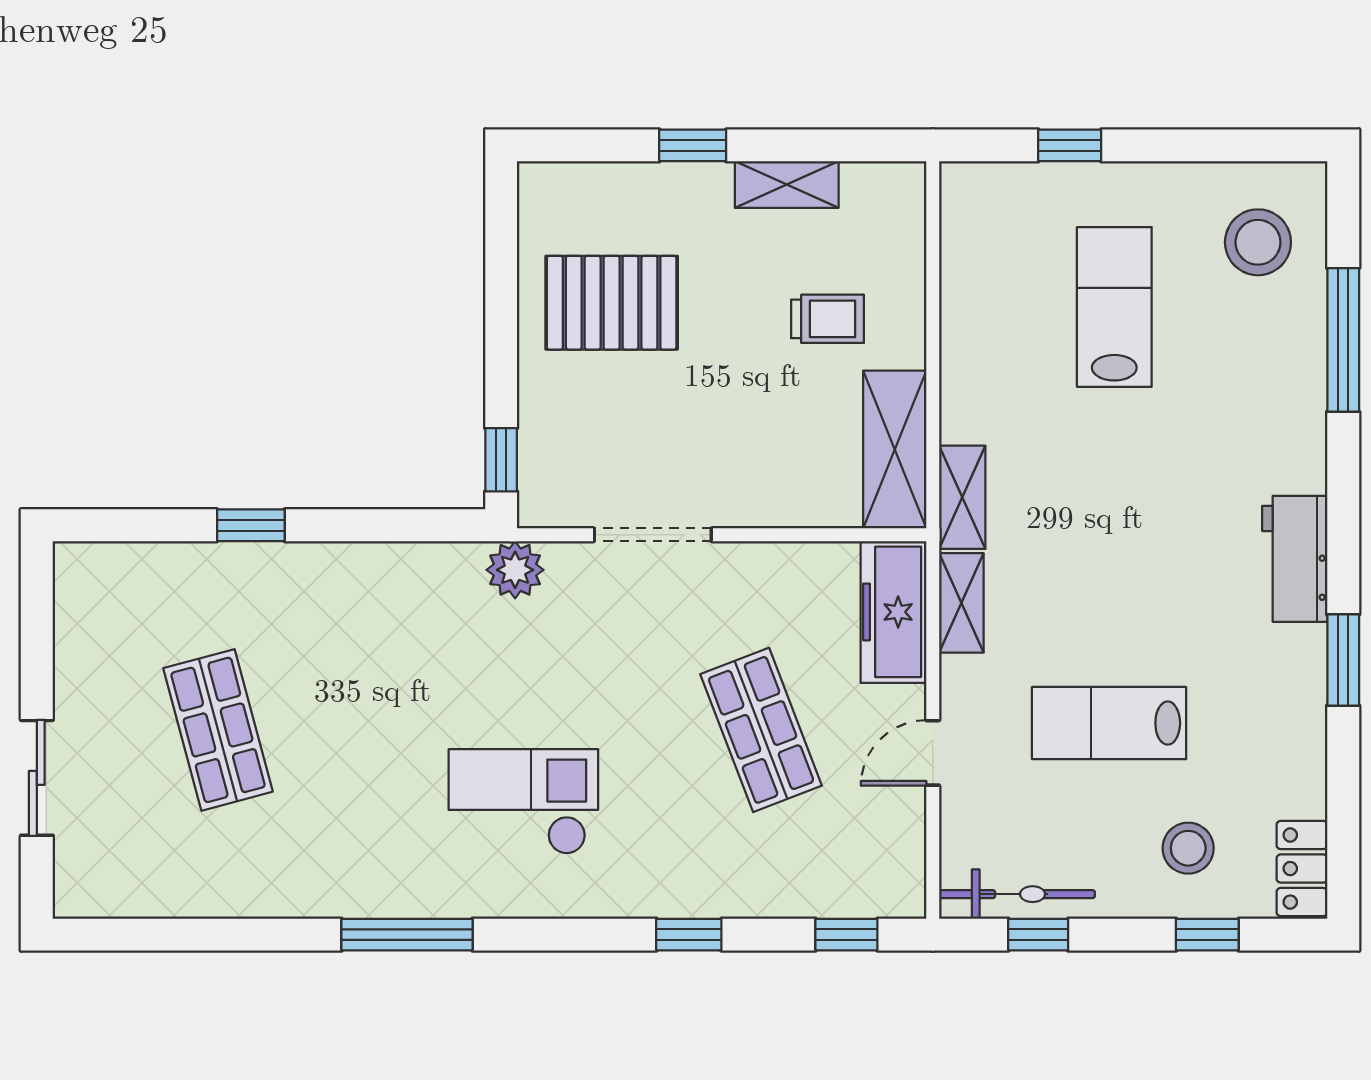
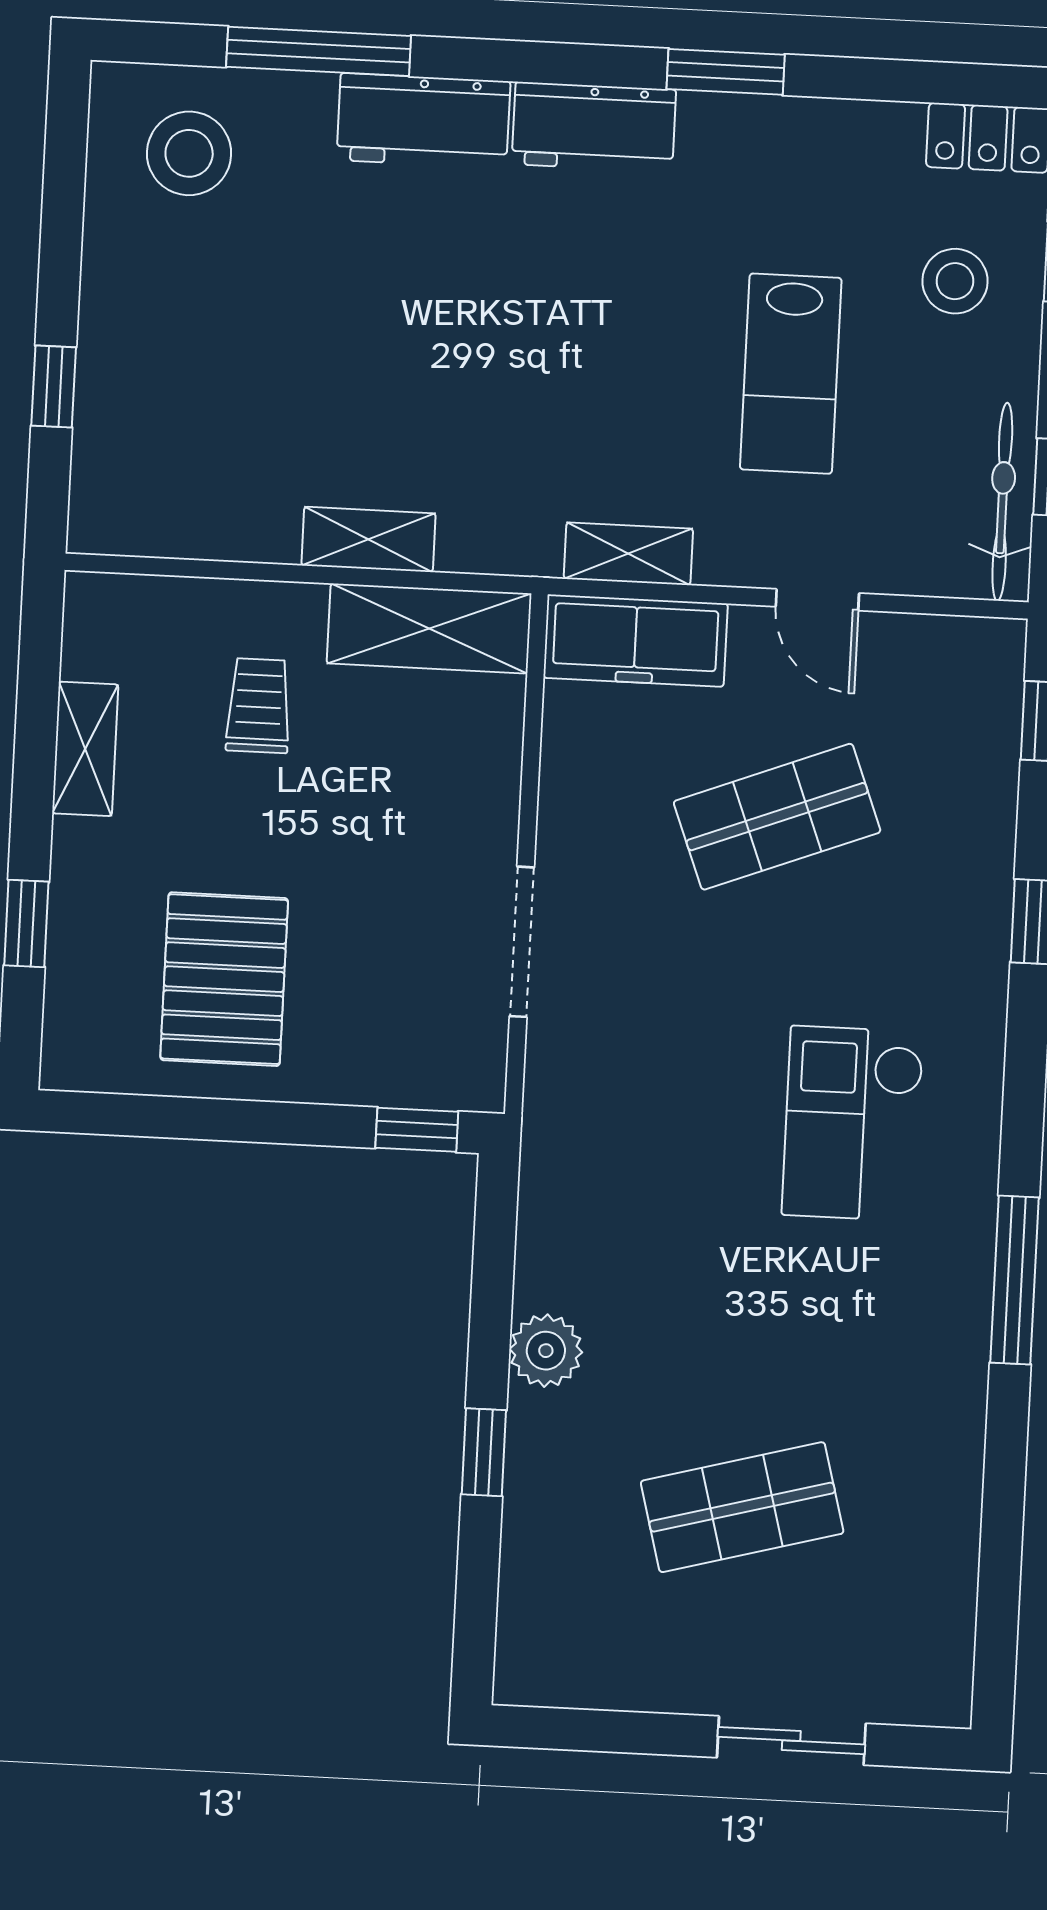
window: (693, 145) -> (26, 923), moved
lab bench: (1114, 307) -> (262, 340), removed
workbench: (1293, 425) -> (423, 121), added
shelving: (962, 497) -> (368, 539), moved
plant: (515, 570) -> (546, 1351), moved

